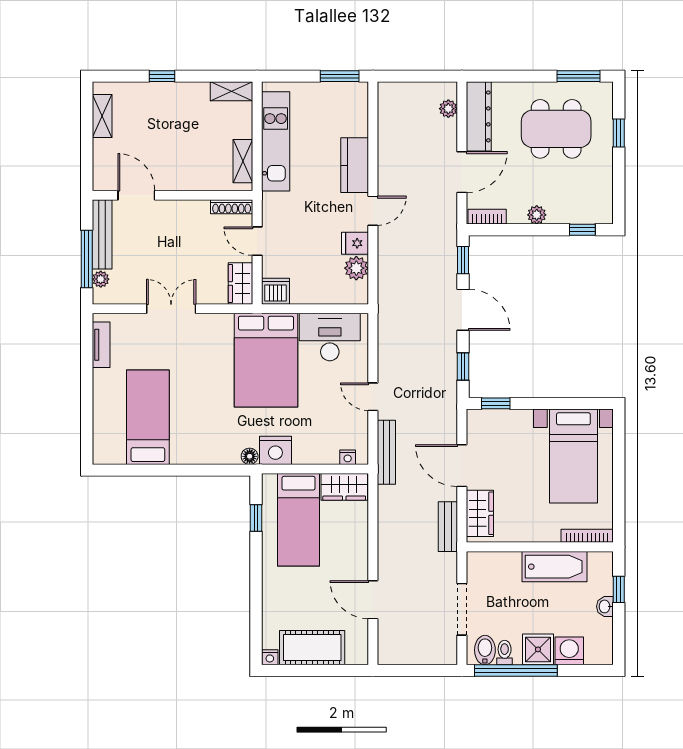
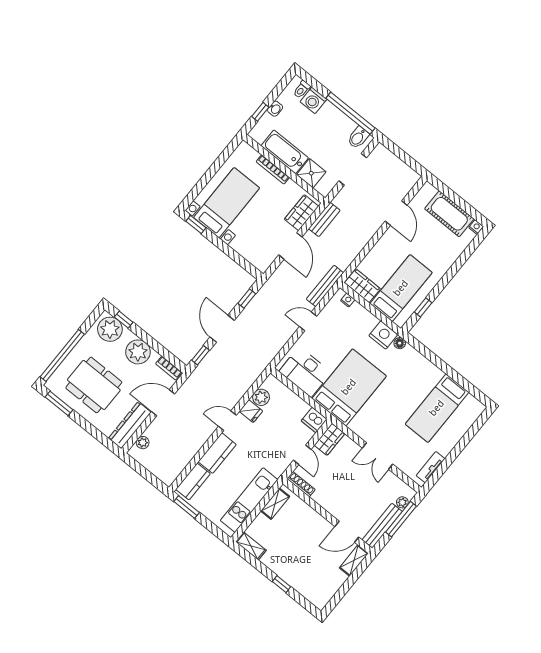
kitchen counter: (356, 111) -> (193, 481), added
shelving: (102, 116) -> (354, 561), moved
window: (619, 133) -> (62, 356), width x3.17
door: (136, 195) -> (347, 532), hinge flipped
plant: (589, 206) -> (110, 329), added
plant: (537, 215) -> (138, 352), width x1.87, depth x1.87
door: (373, 397) -> (308, 321), swing flipped
window: (496, 403) -> (196, 224), moved
bookcase: (587, 536) -> (273, 169), moved
shower: (538, 649) -> (311, 173), moved
toilet: (505, 653) -> (302, 89), moved

